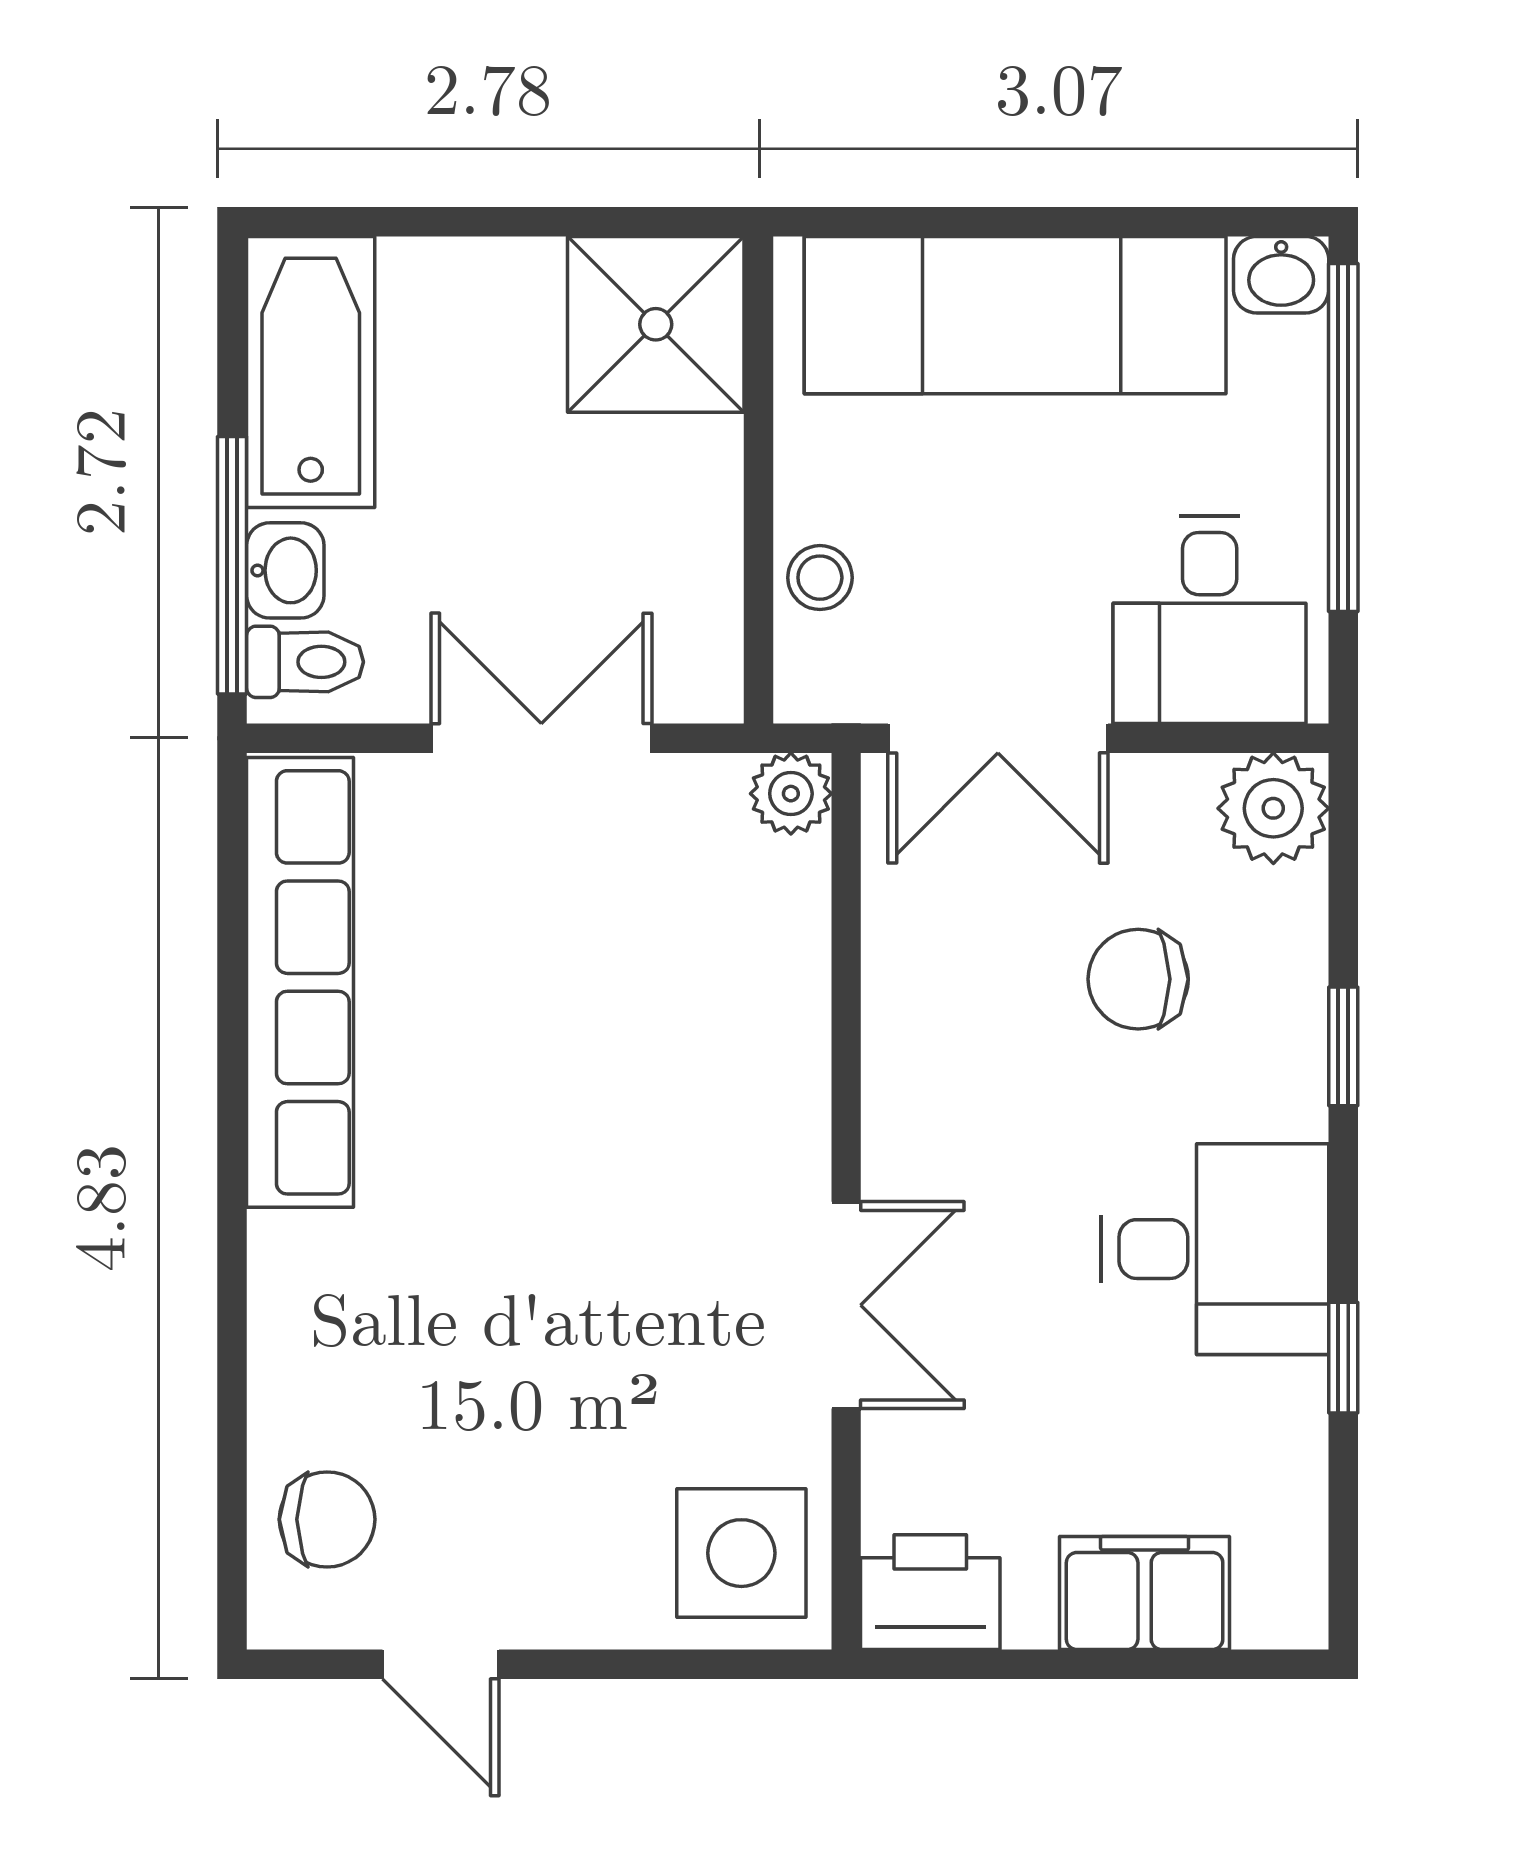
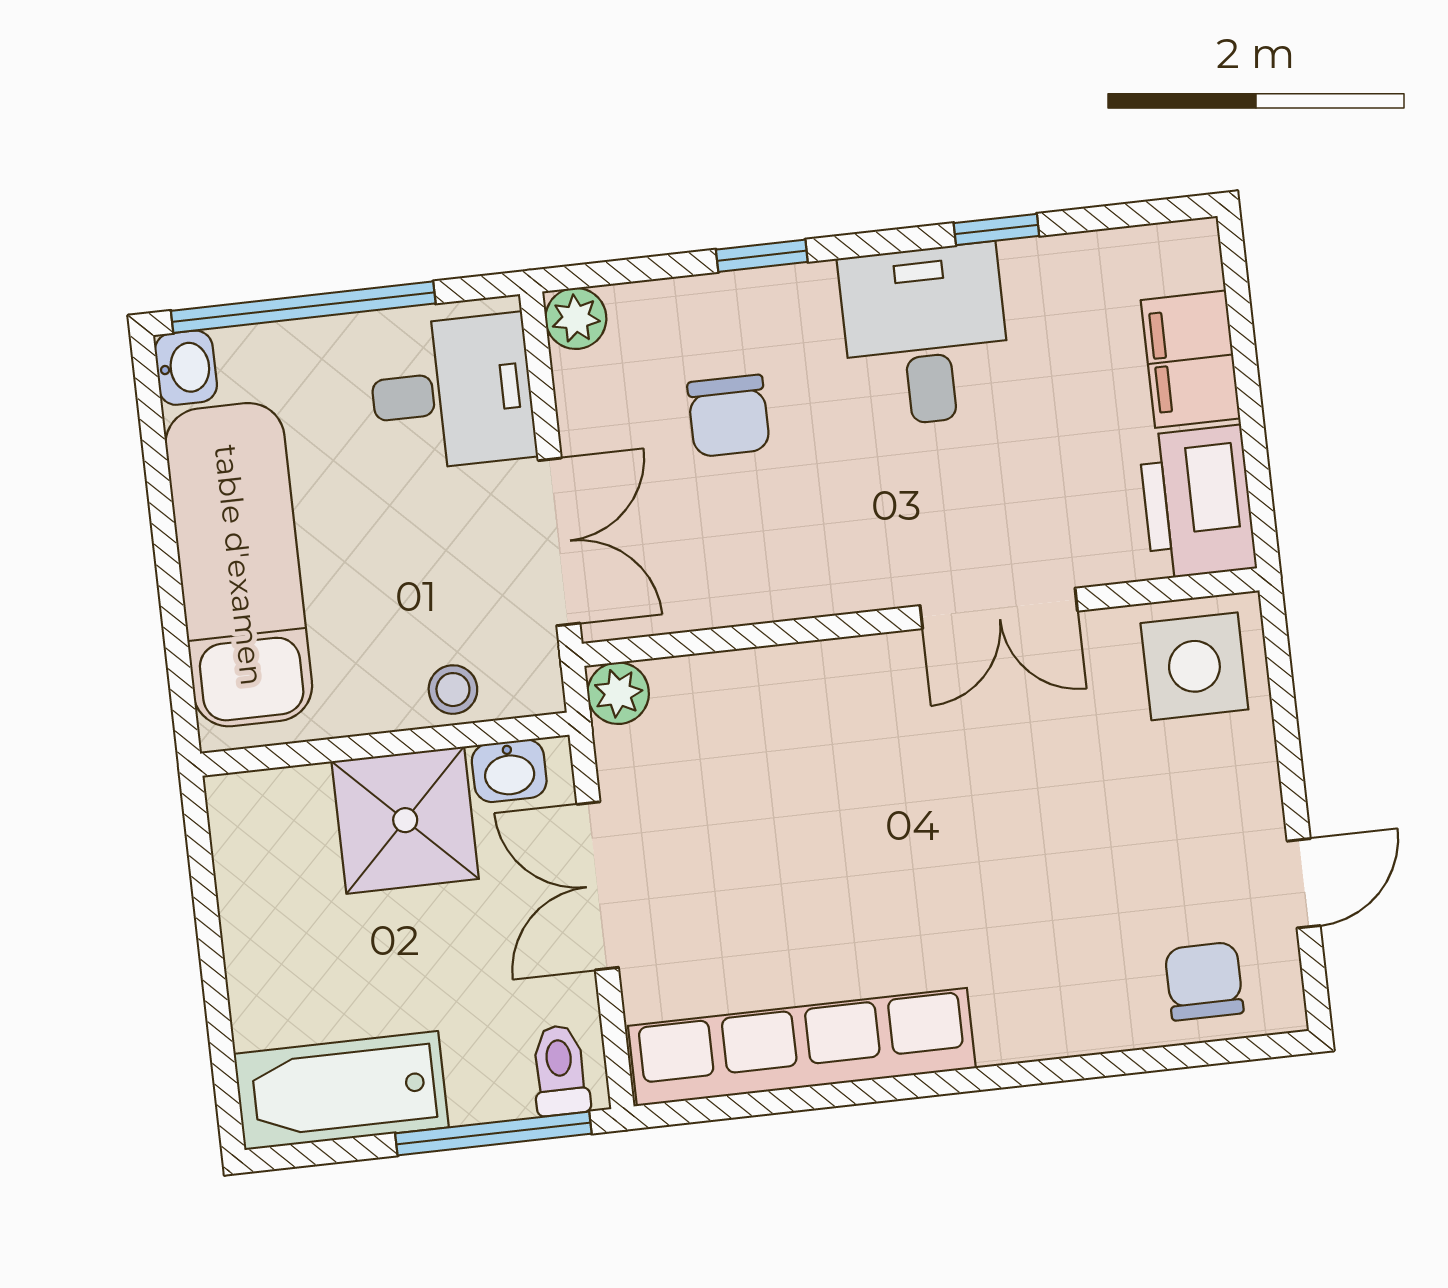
shower: (656, 324) -> (405, 820), moved
washbasin: (285, 570) -> (509, 771), moved, turned 180
plant: (1273, 808) -> (576, 318), width x0.73, depth x0.73
double door: (846, 1305) -> (999, 608), swing flipped
printer: (930, 1592) -> (1197, 502), width x1.37, depth x1.19

